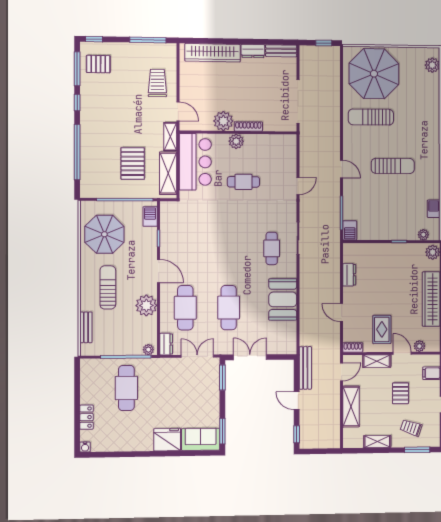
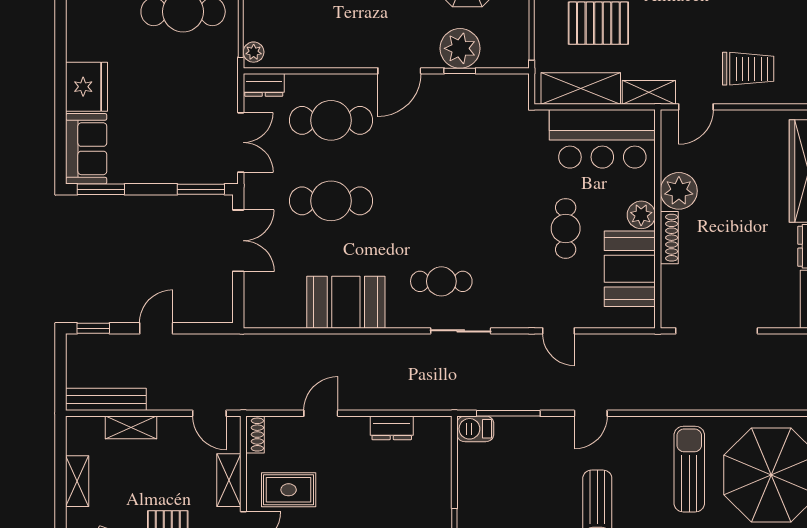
booth: (265, 148) -> (630, 269), added
barbecue: (150, 217) -> (500, 55), removed
plant: (146, 305) -> (460, 48), moved
bench: (305, 368) -> (106, 399), moved
shelving: (351, 407) -> (131, 427), width x0.67, depth x0.75

